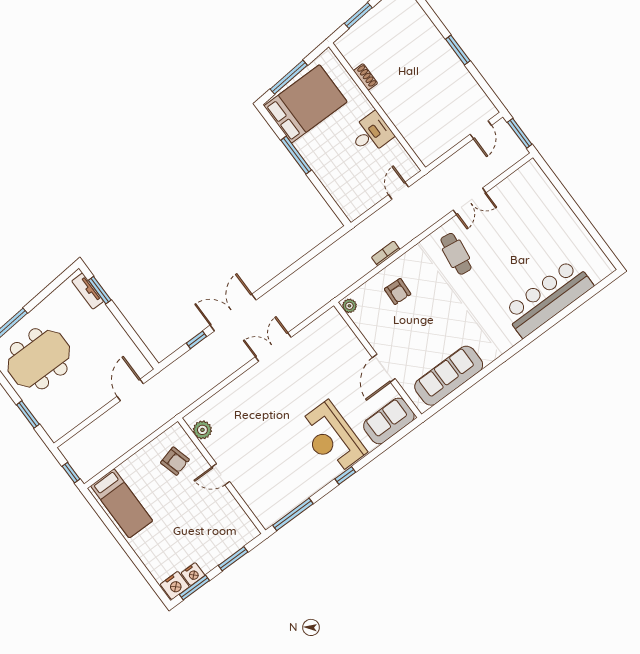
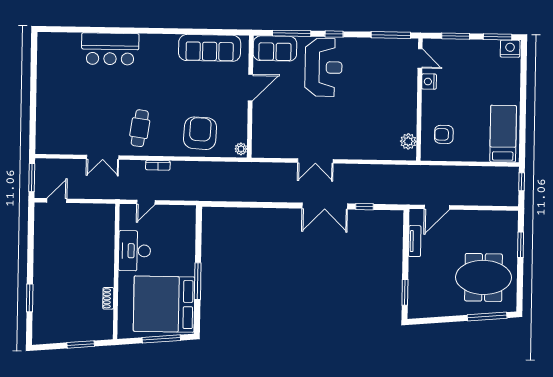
window: (458, 50) -> (30, 298), moved
bed: (306, 104) -> (164, 304), width x1.36
desk: (371, 134) -> (135, 251), width x1.37
double door: (469, 201) -> (103, 157), swing flipped
bookcase: (386, 253) -> (158, 165), moved
tv unit: (88, 291) -> (415, 241), moved
armchair: (398, 292) -> (200, 133), width x1.88, depth x1.88
bar counter: (548, 298) -> (110, 49), width x0.73
window: (384, 446) -> (292, 33), added
armchair: (175, 461) -> (444, 134), turned -75
door: (221, 474) -> (420, 58), moved
nightstand: (193, 574) -> (429, 82), moved, turned -90

